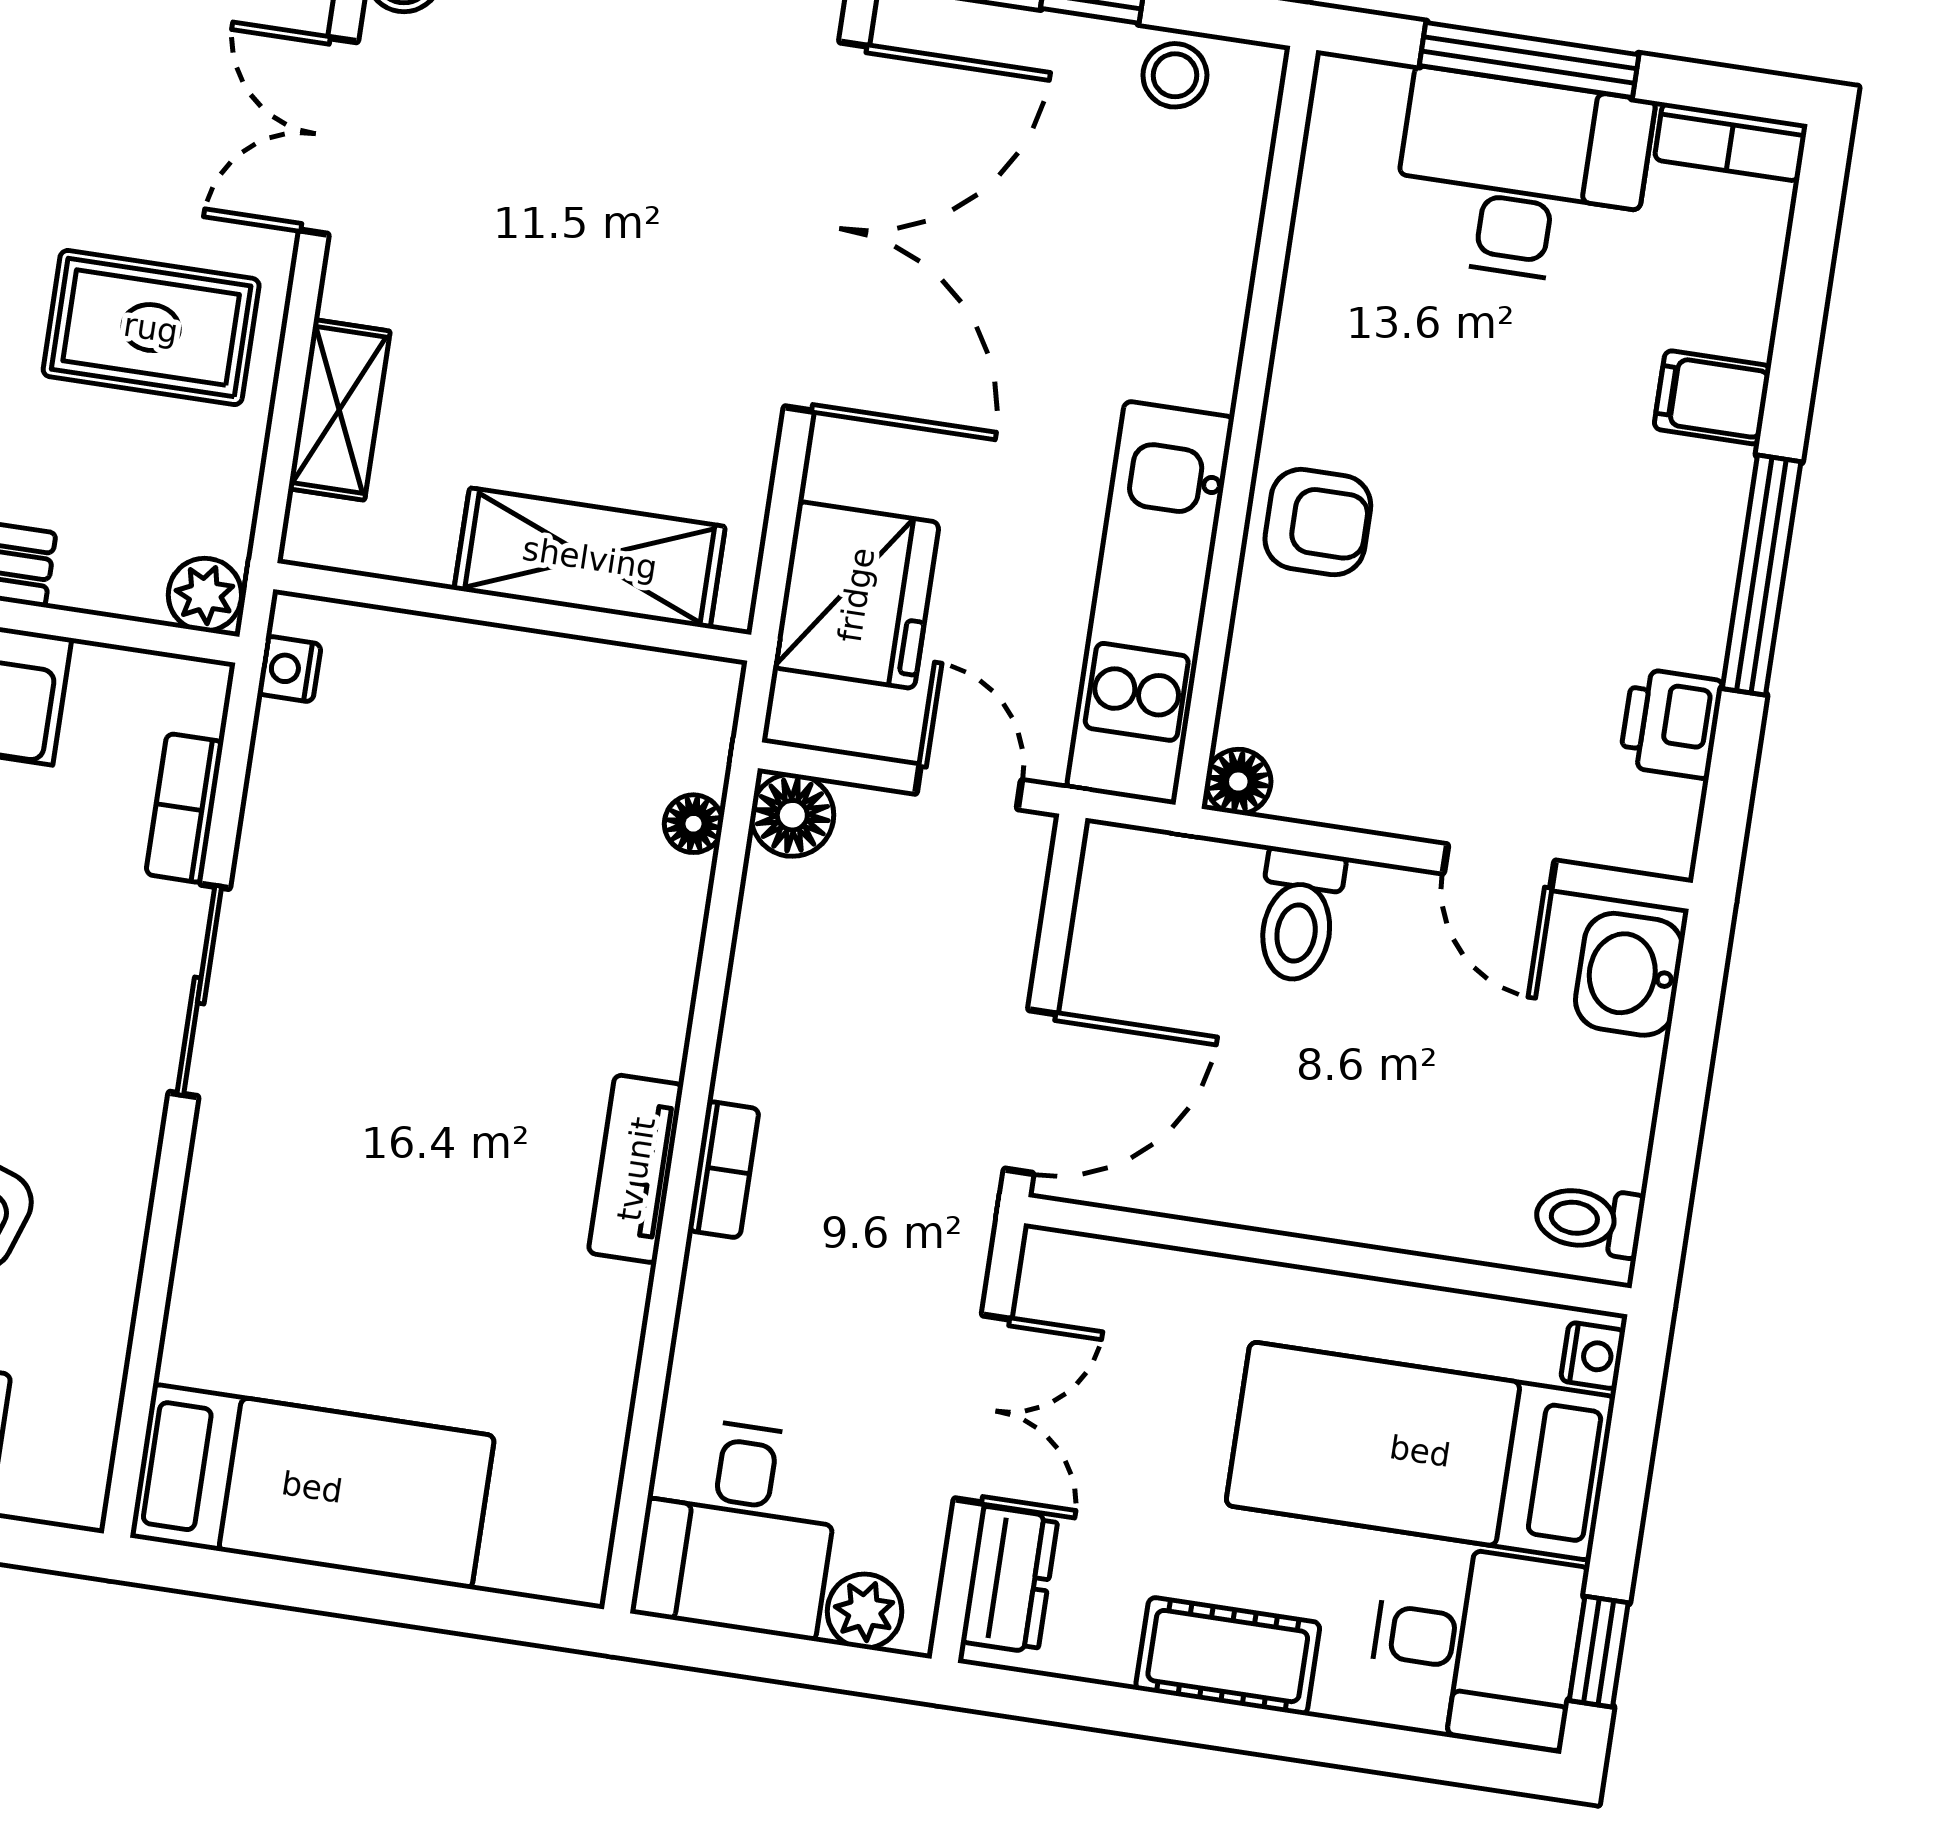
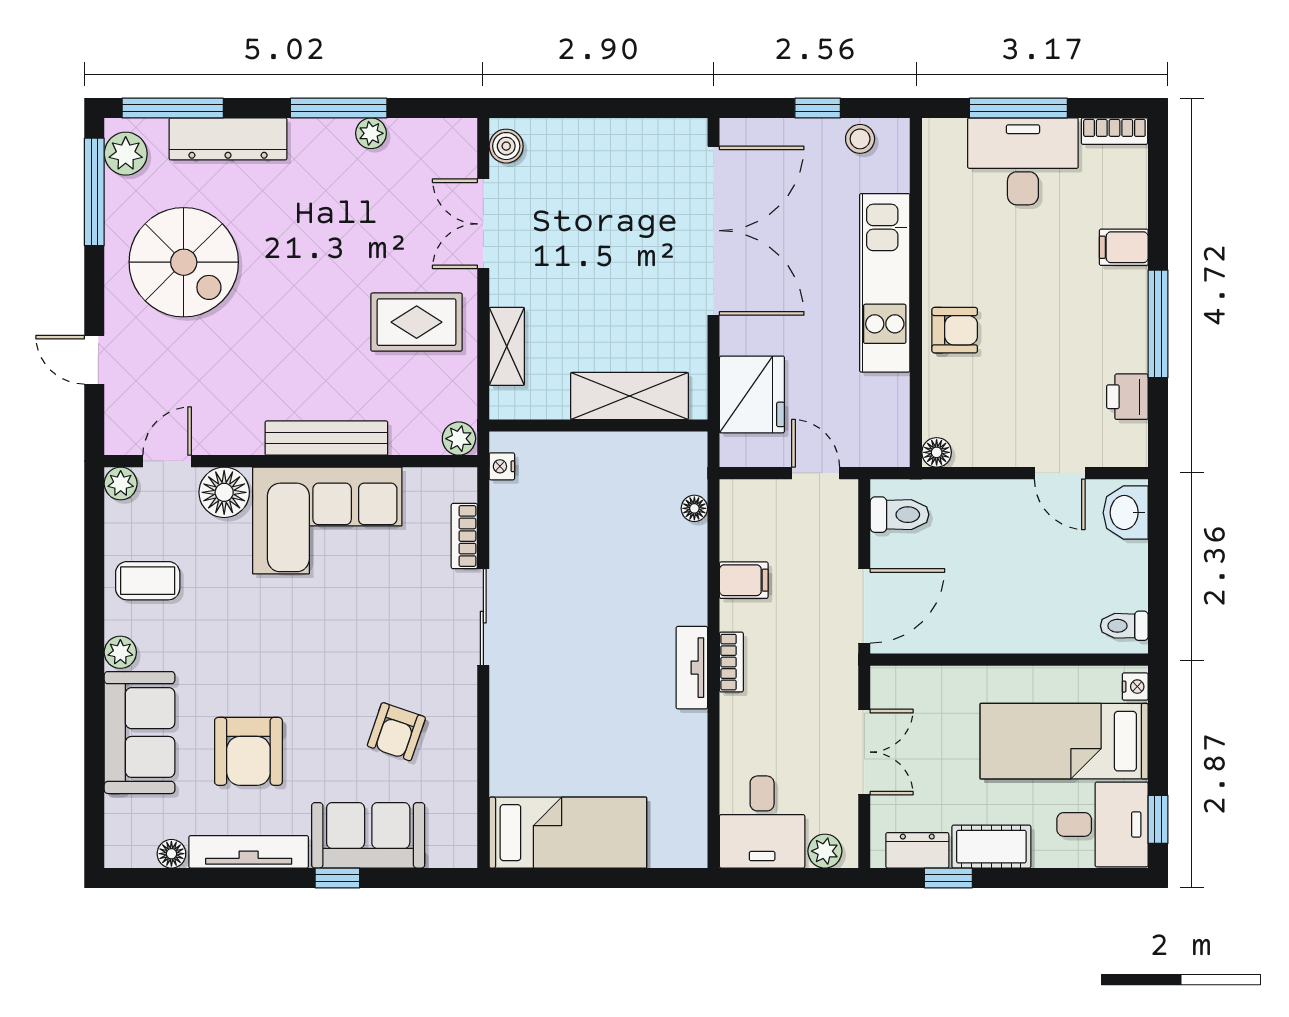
kitchen unit: (1150, 603) -> (885, 283), moved
floor lamp: (792, 815) -> (738, 498), removed
toilet: (1299, 915) -> (900, 515), moved, turned -90
filing cabinet: (777, 996) -> (744, 580), added
dresser: (1009, 1580) -> (917, 850), moved, turned -90
window: (1124, 1710) -> (948, 878), added

